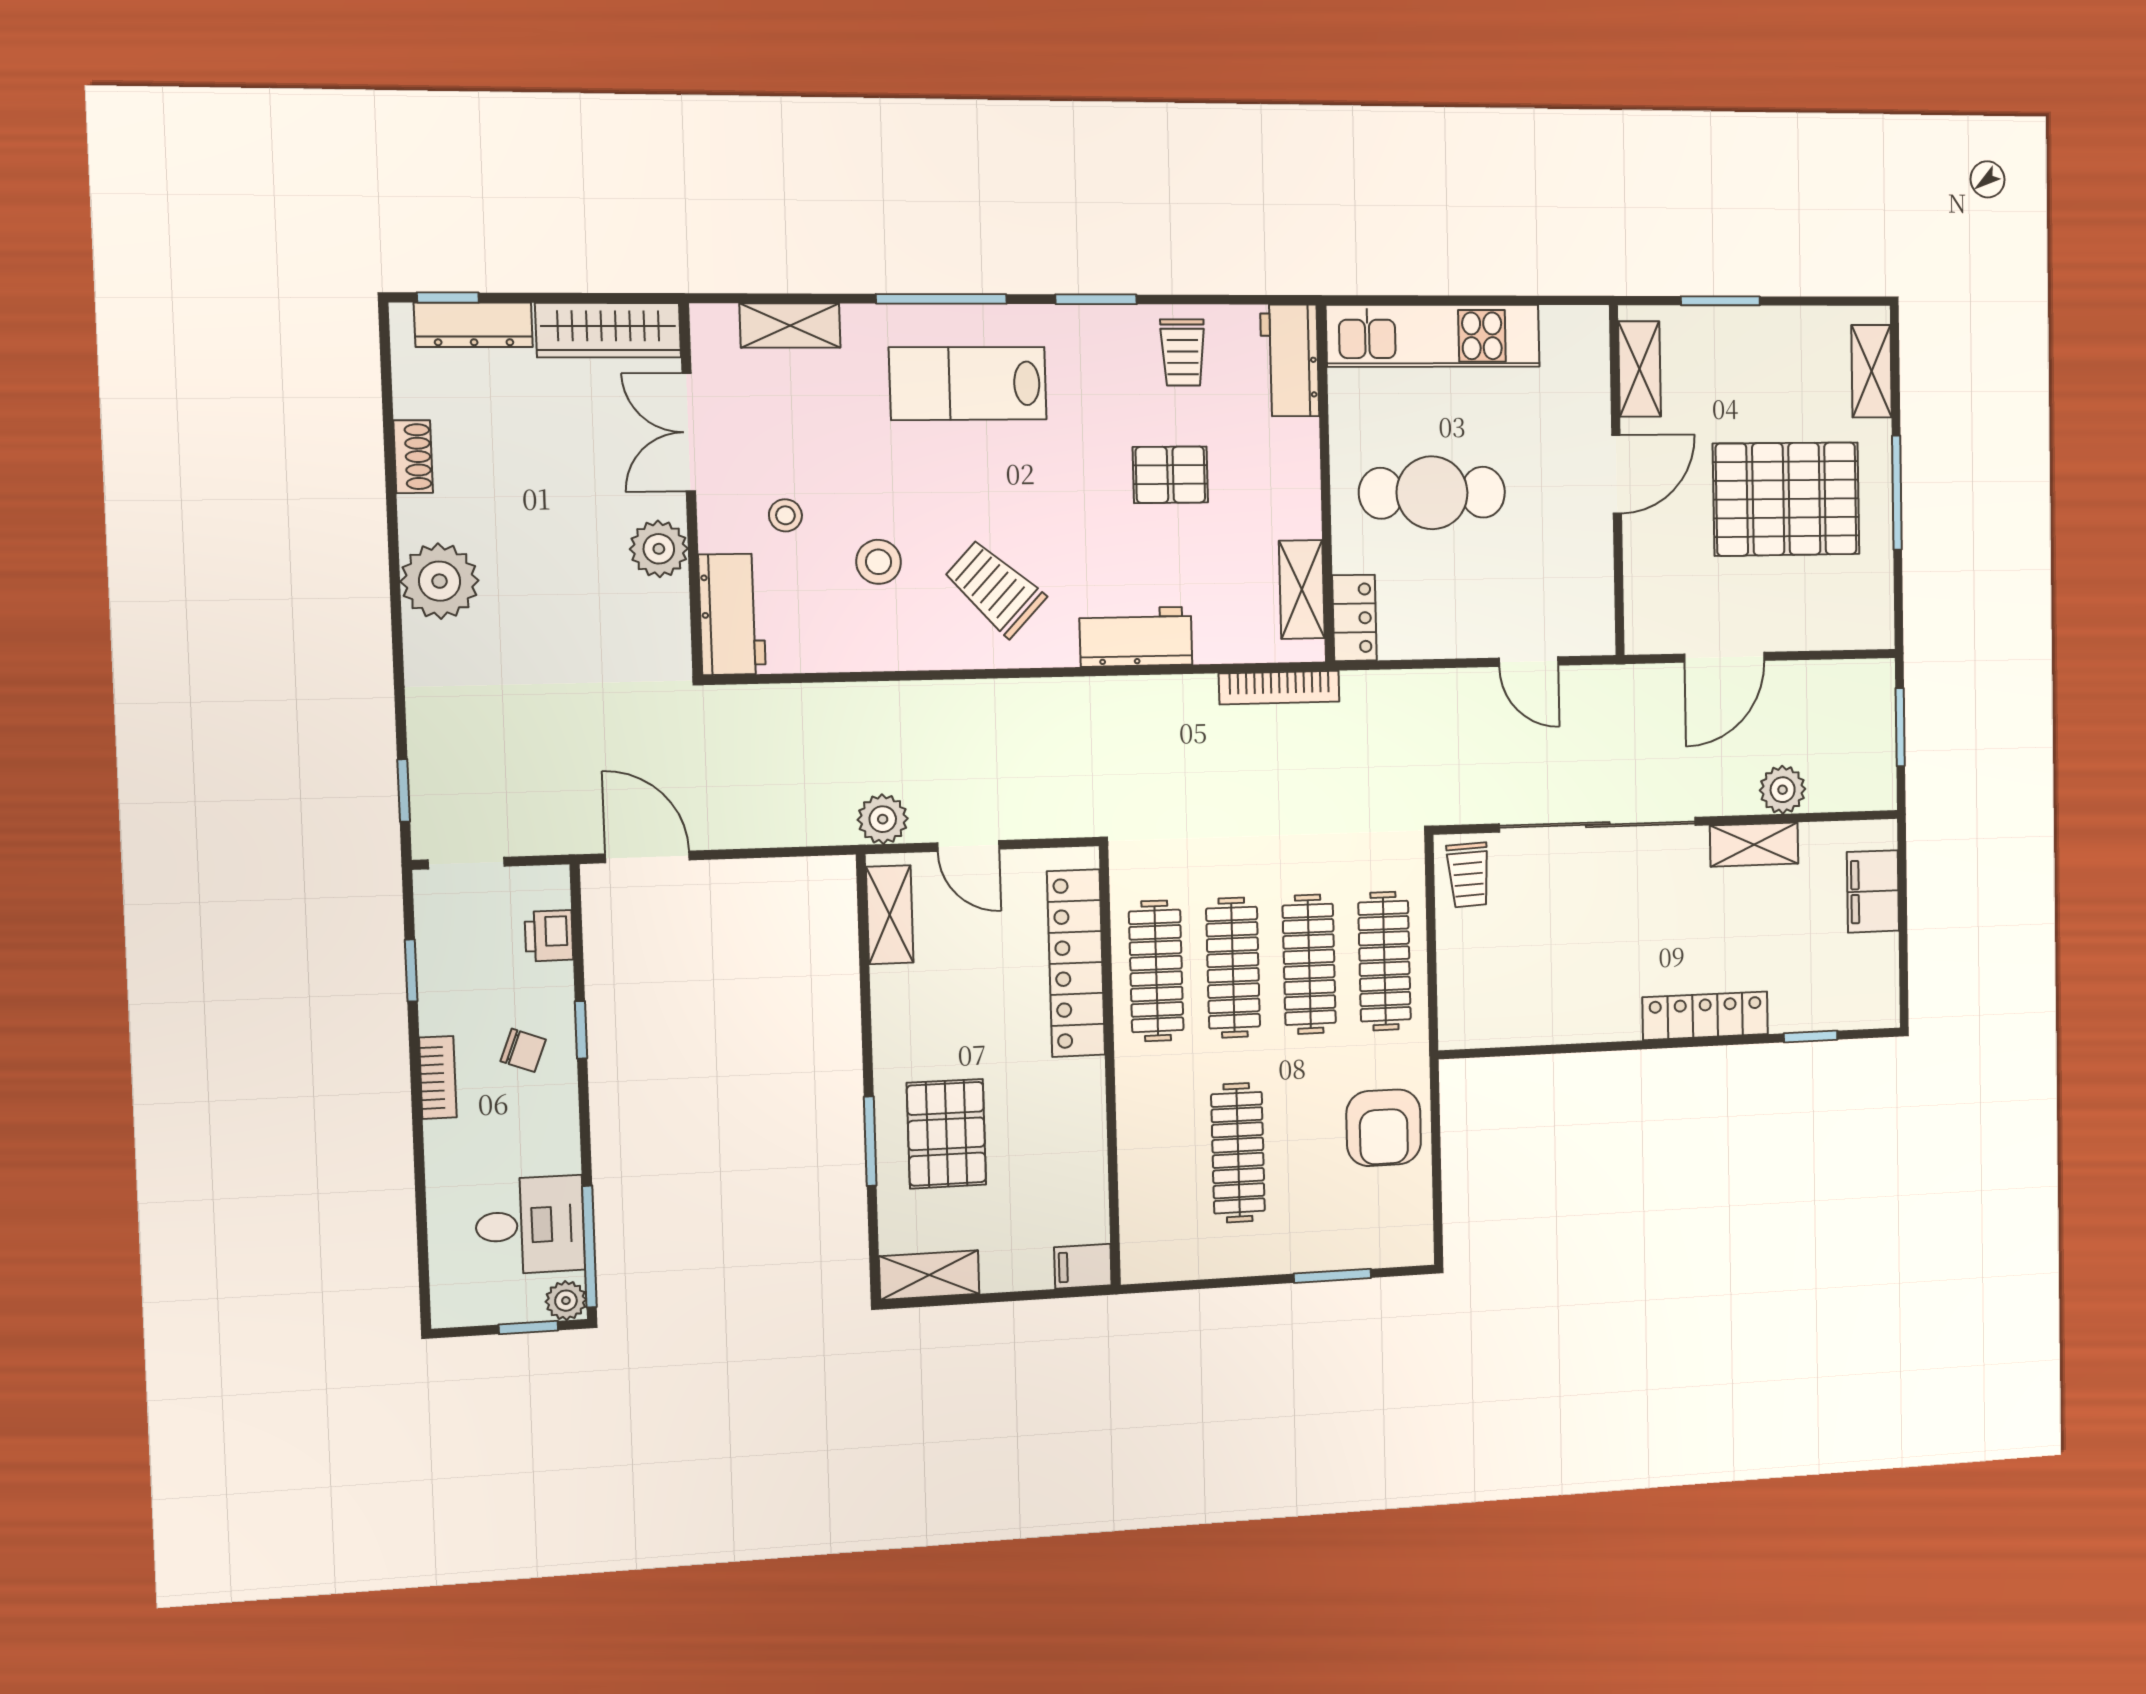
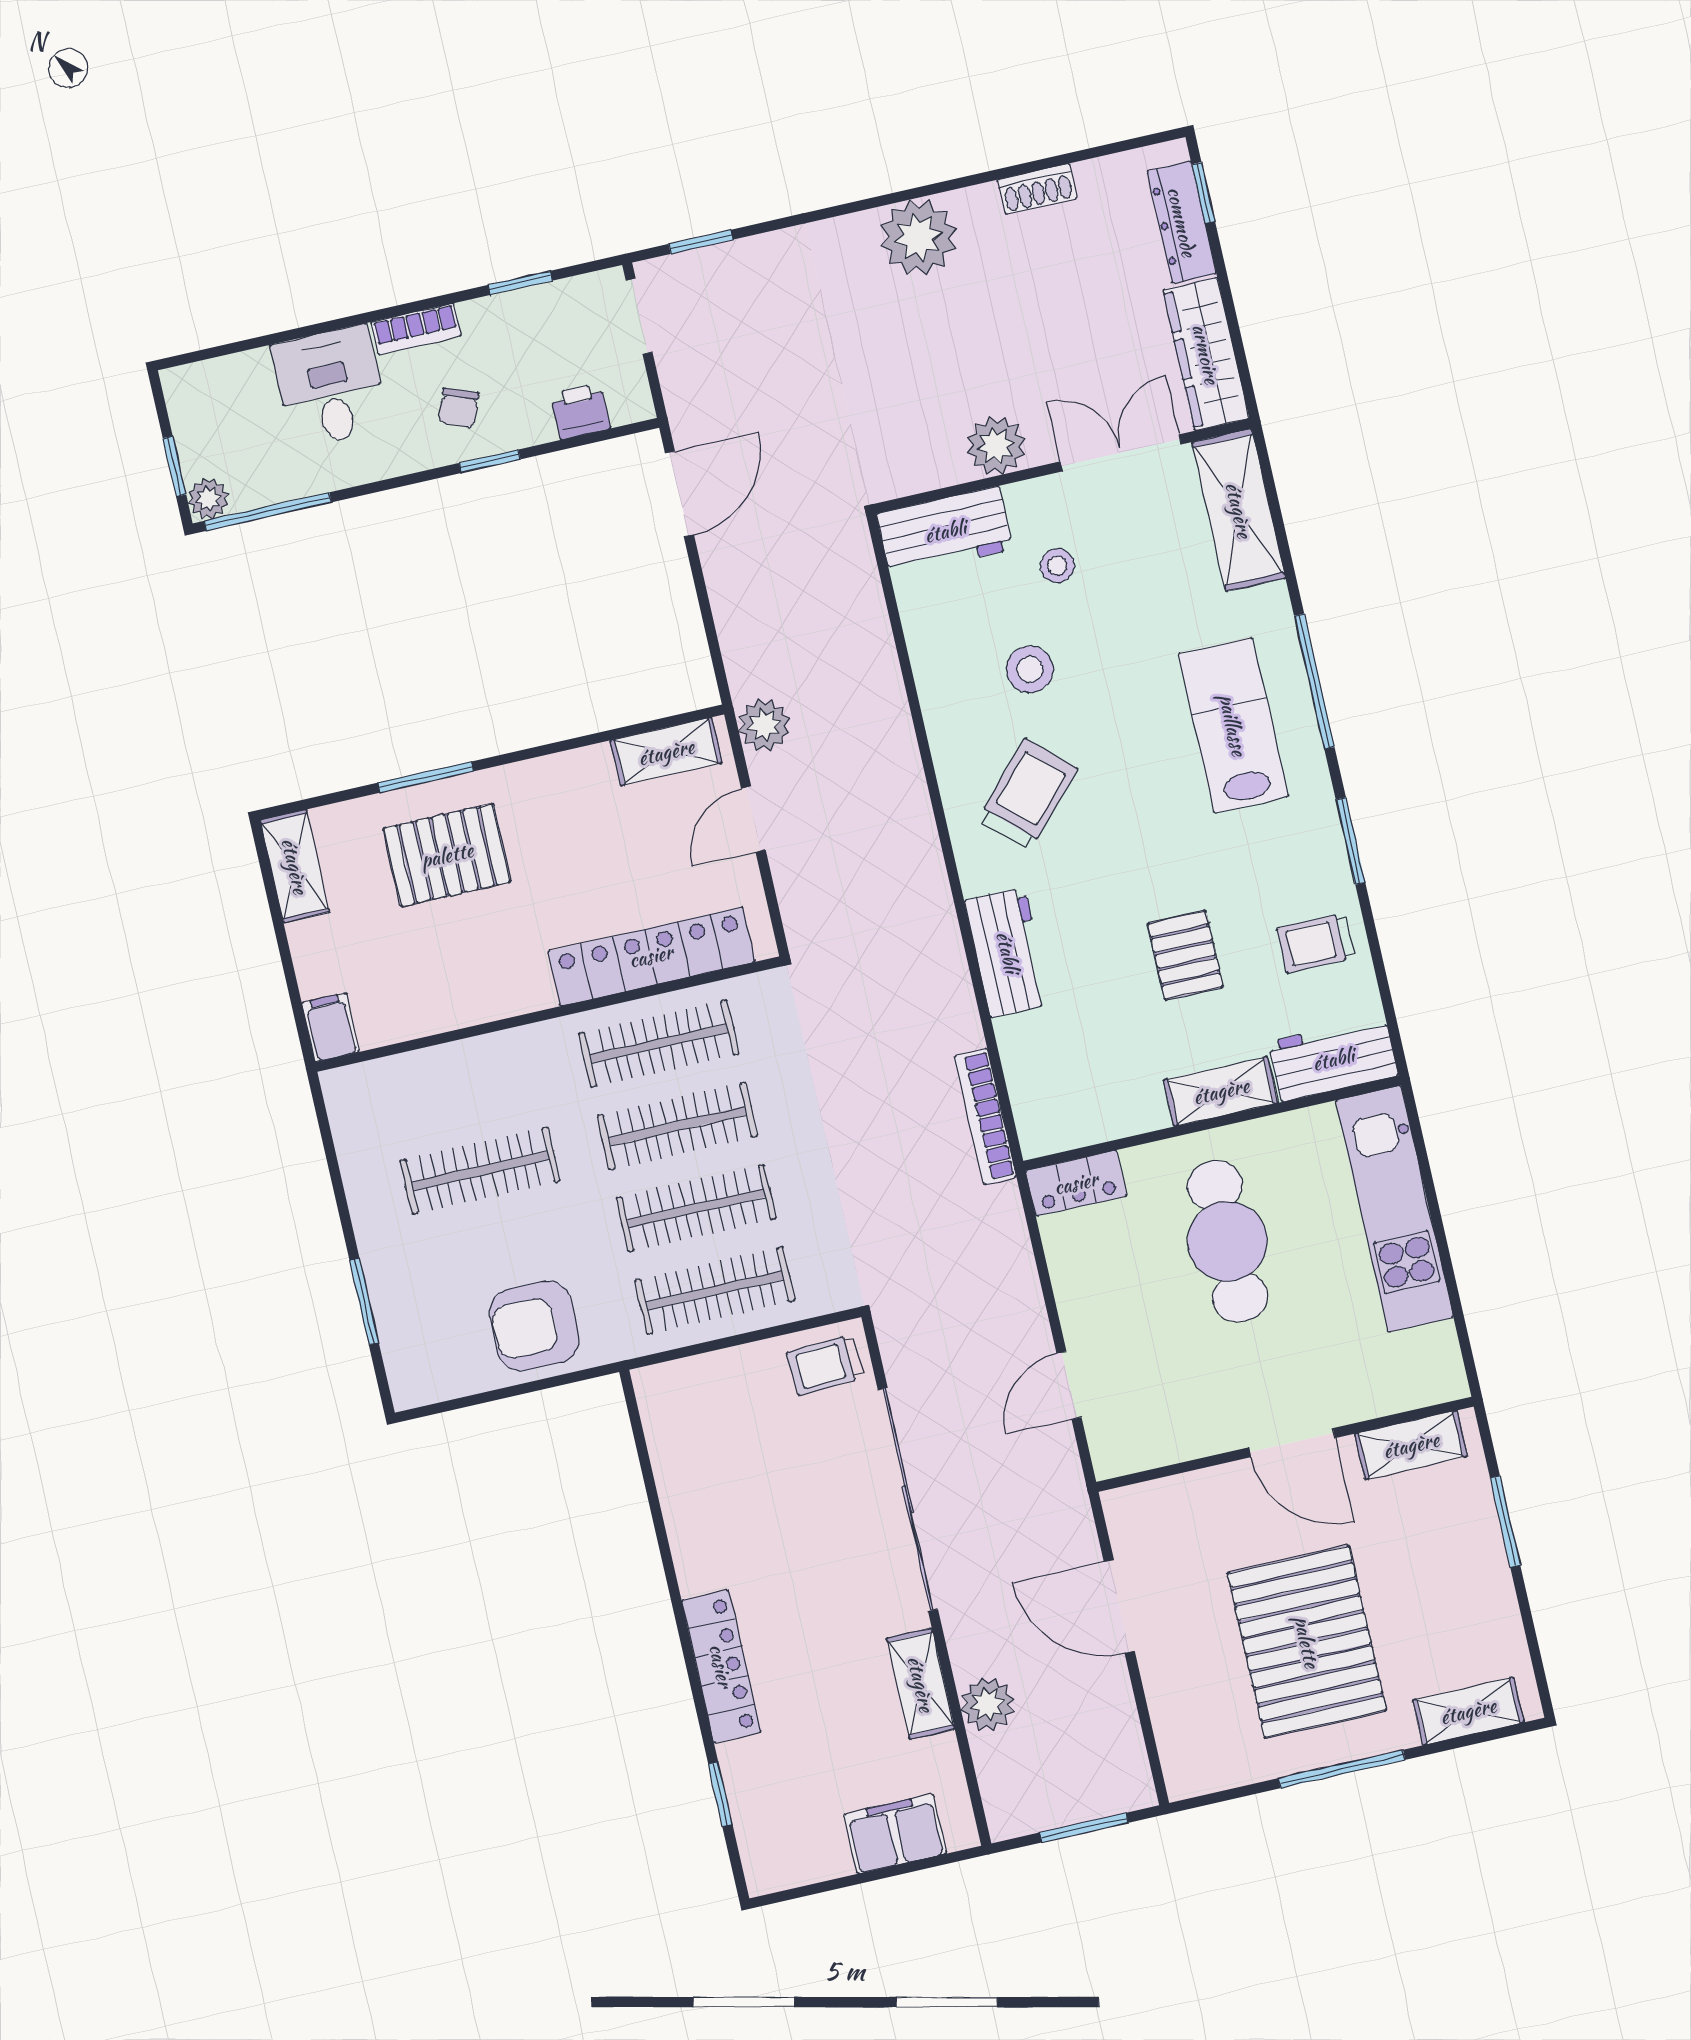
shelving: (790, 326) -> (1239, 510), width x1.50, depth x1.33
shelving: (1302, 590) -> (1221, 1091), moved
desk: (530, 1225) -> (330, 387), moved, turned 180

